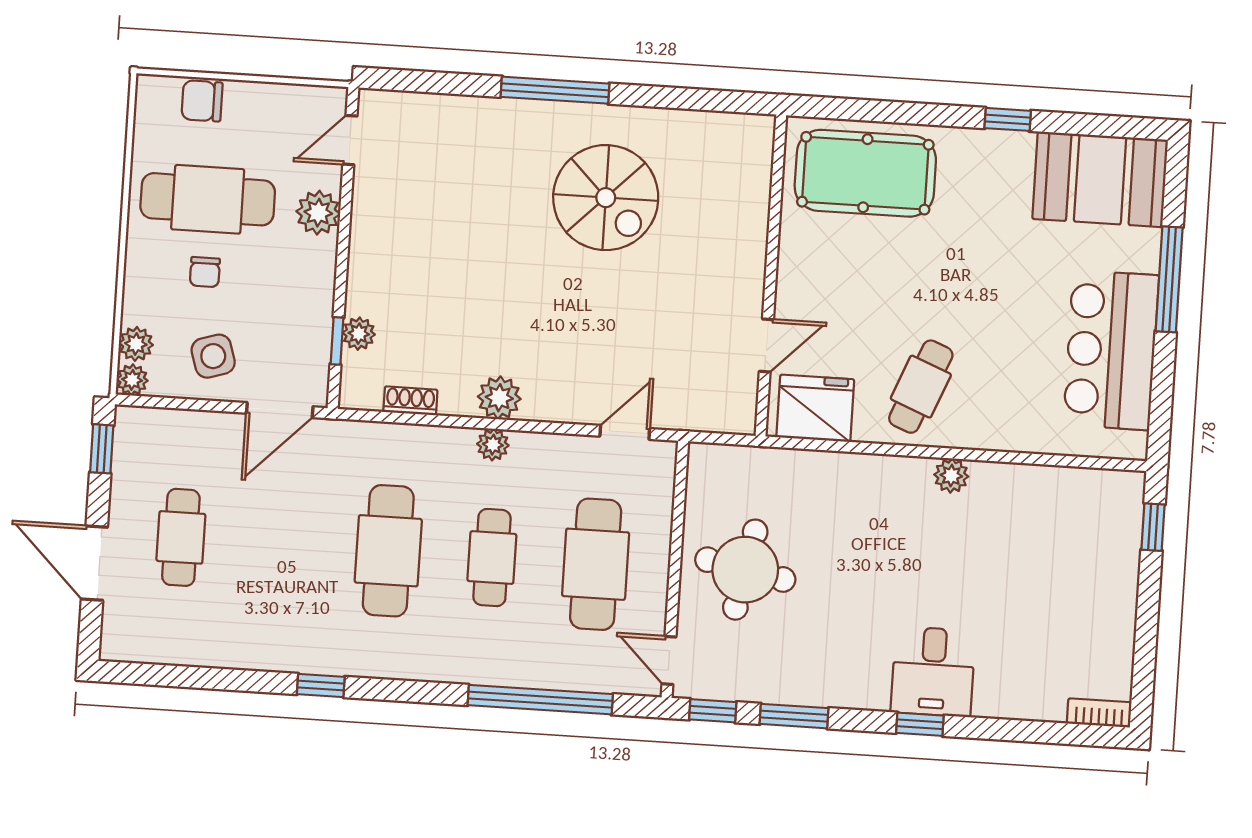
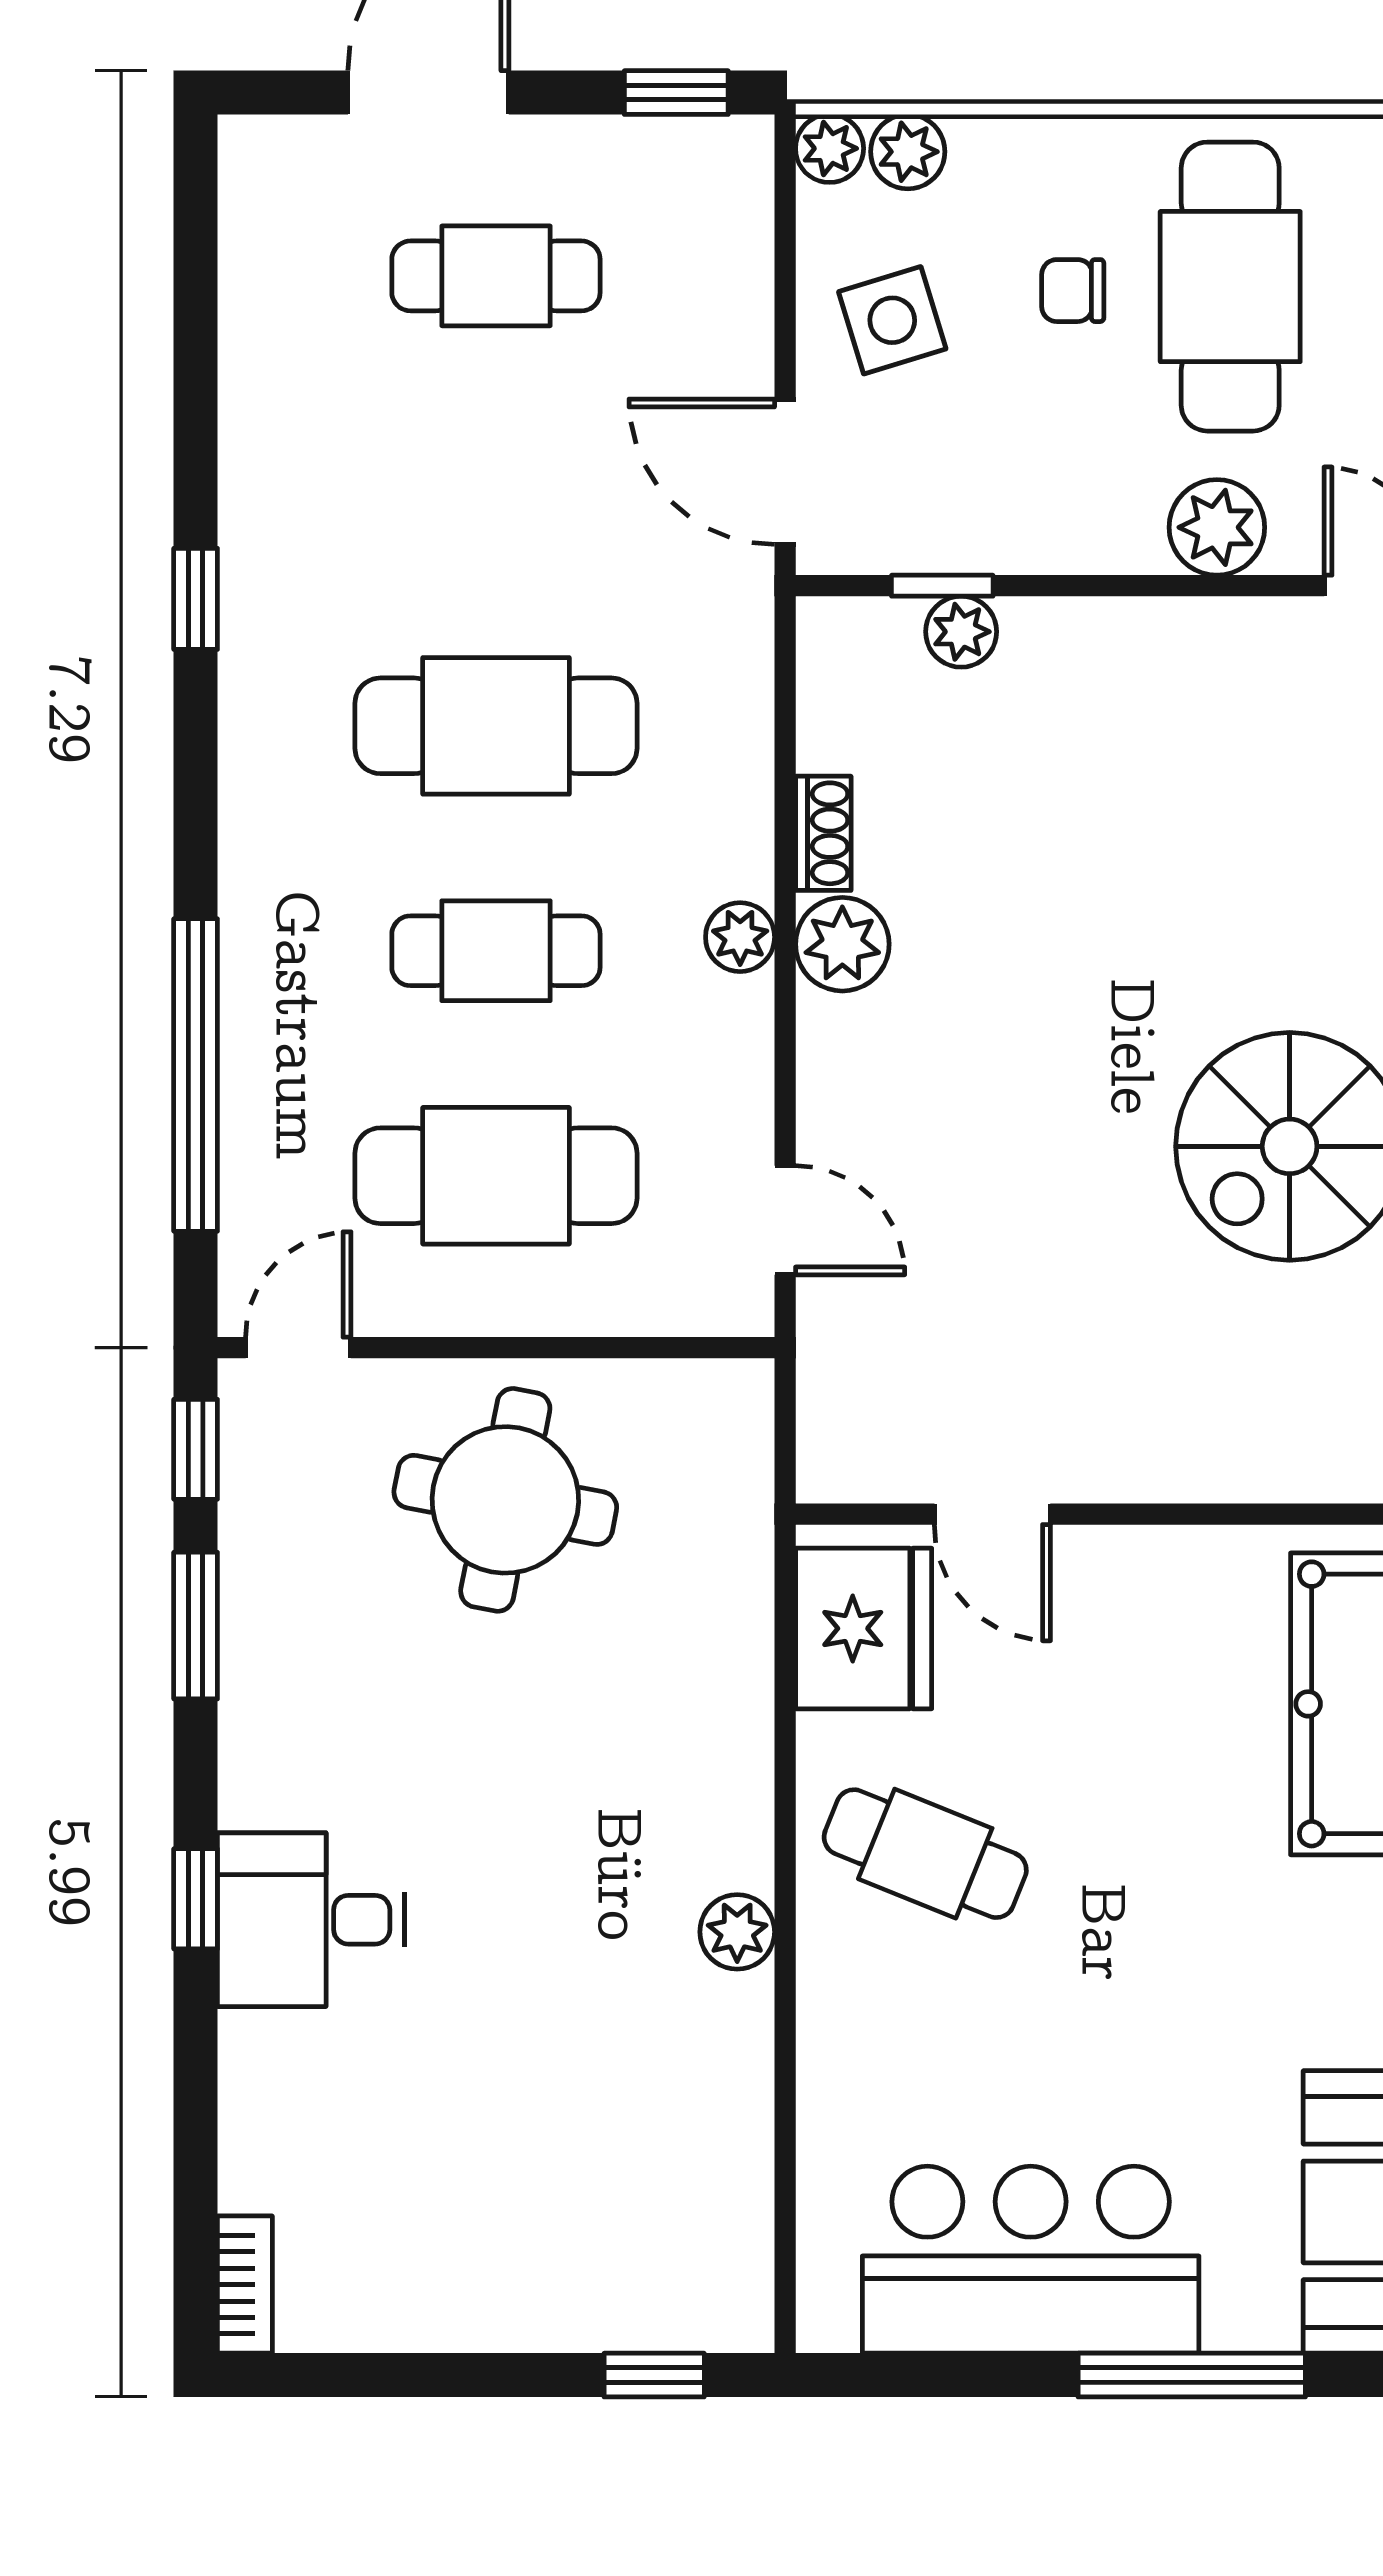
shoe rack: (410, 401) -> (823, 833), moved

